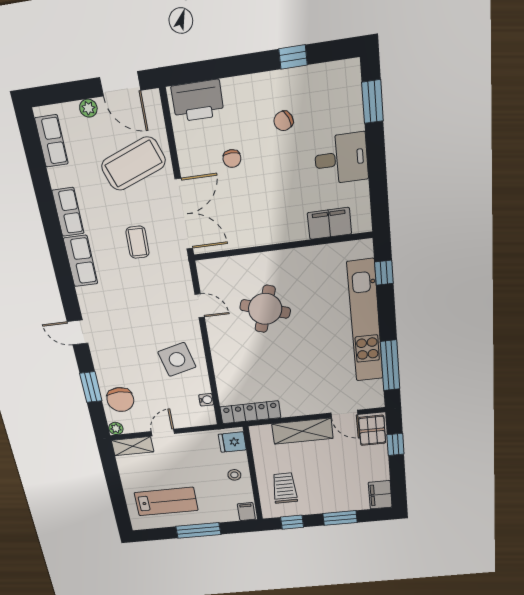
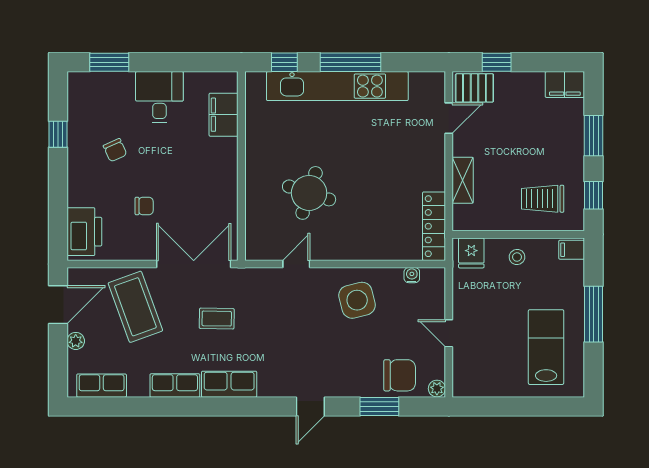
window: (390, 365) -> (350, 62), moved
shelving: (302, 431) -> (463, 180), width x0.67, depth x0.75
shelving: (133, 446) -> (463, 373), removed

